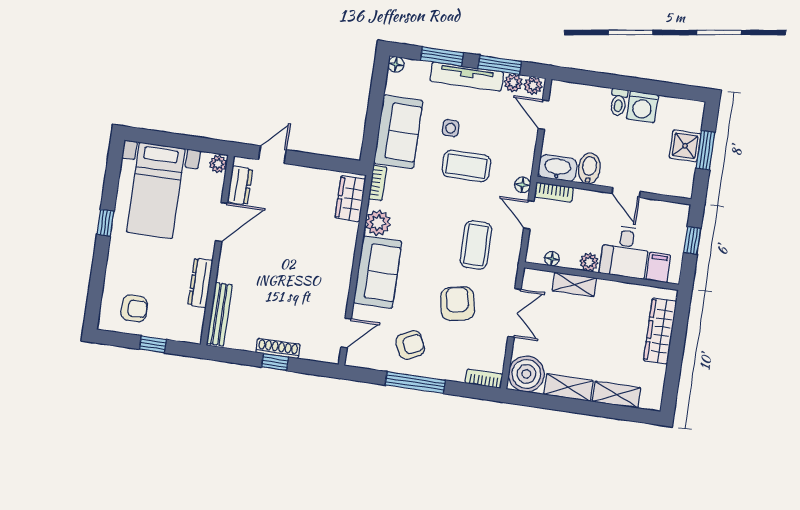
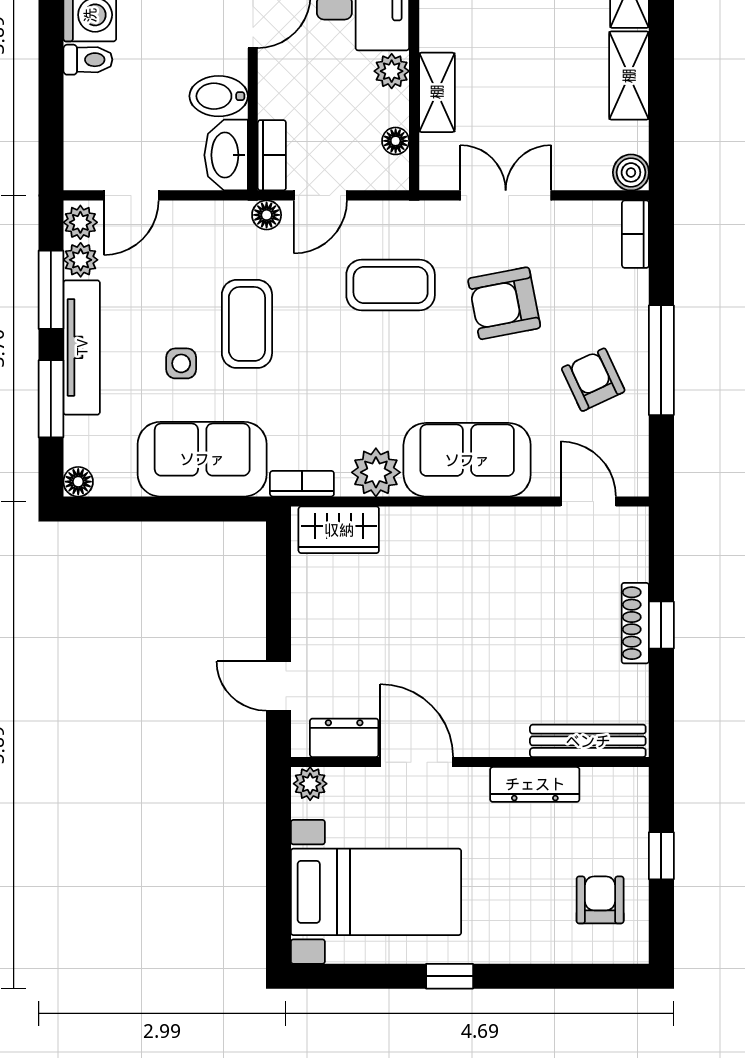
boiler: (526, 374) -> (631, 172), width x0.54, depth x0.54

